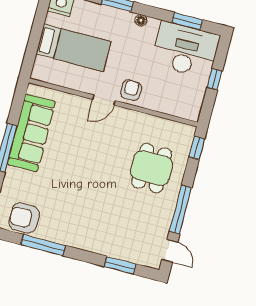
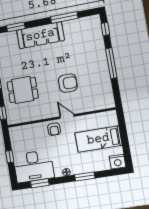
door: (104, 100) -> (67, 117), hinge flipped
sofa: (31, 133) -> (40, 35), moved, turned -90
dining table: (152, 168) -> (23, 90), turned 90
armchair: (24, 218) -> (68, 83), moved

